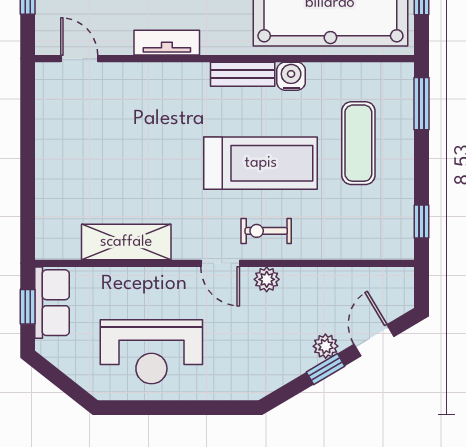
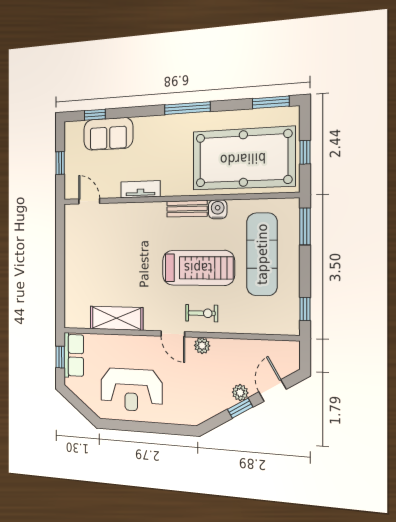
exercise mat: (358, 143) -> (262, 254), width x1.36, depth x1.45
exercise bike: (266, 231) -> (202, 313), turned 180

